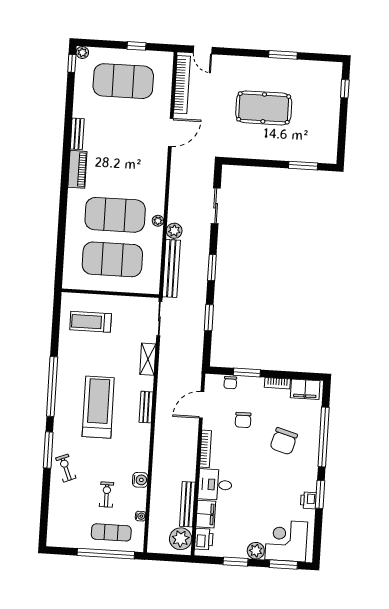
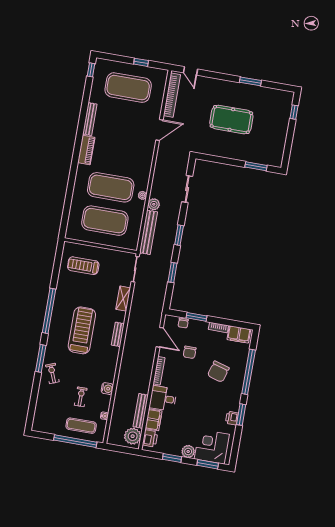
plant: (82, 52) -> (100, 63), removed
bench: (77, 134) -> (90, 119), width x1.36
door: (202, 405) -> (160, 337), swing flipped

